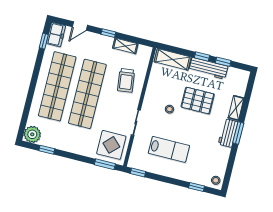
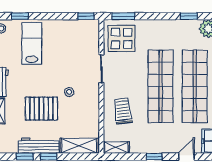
shelving: (125, 46) -> (116, 147), moved
lab bench: (169, 149) -> (32, 43), moved, turned 90

